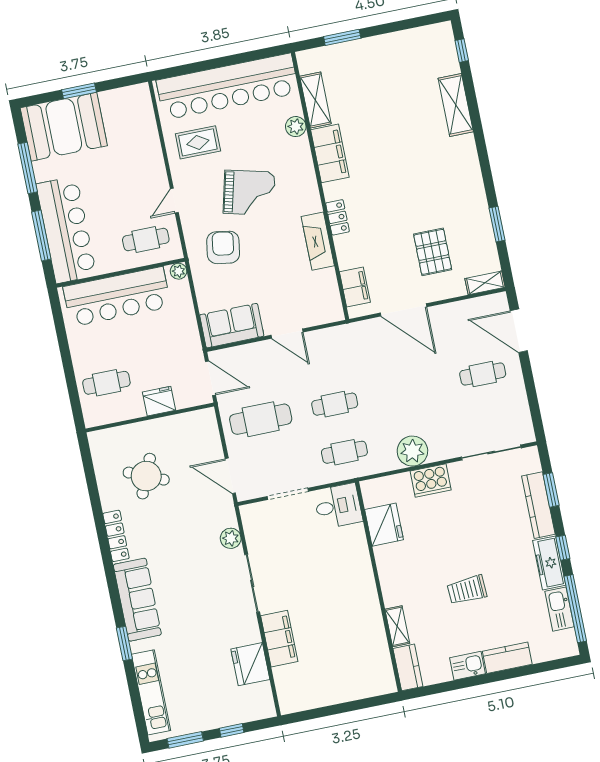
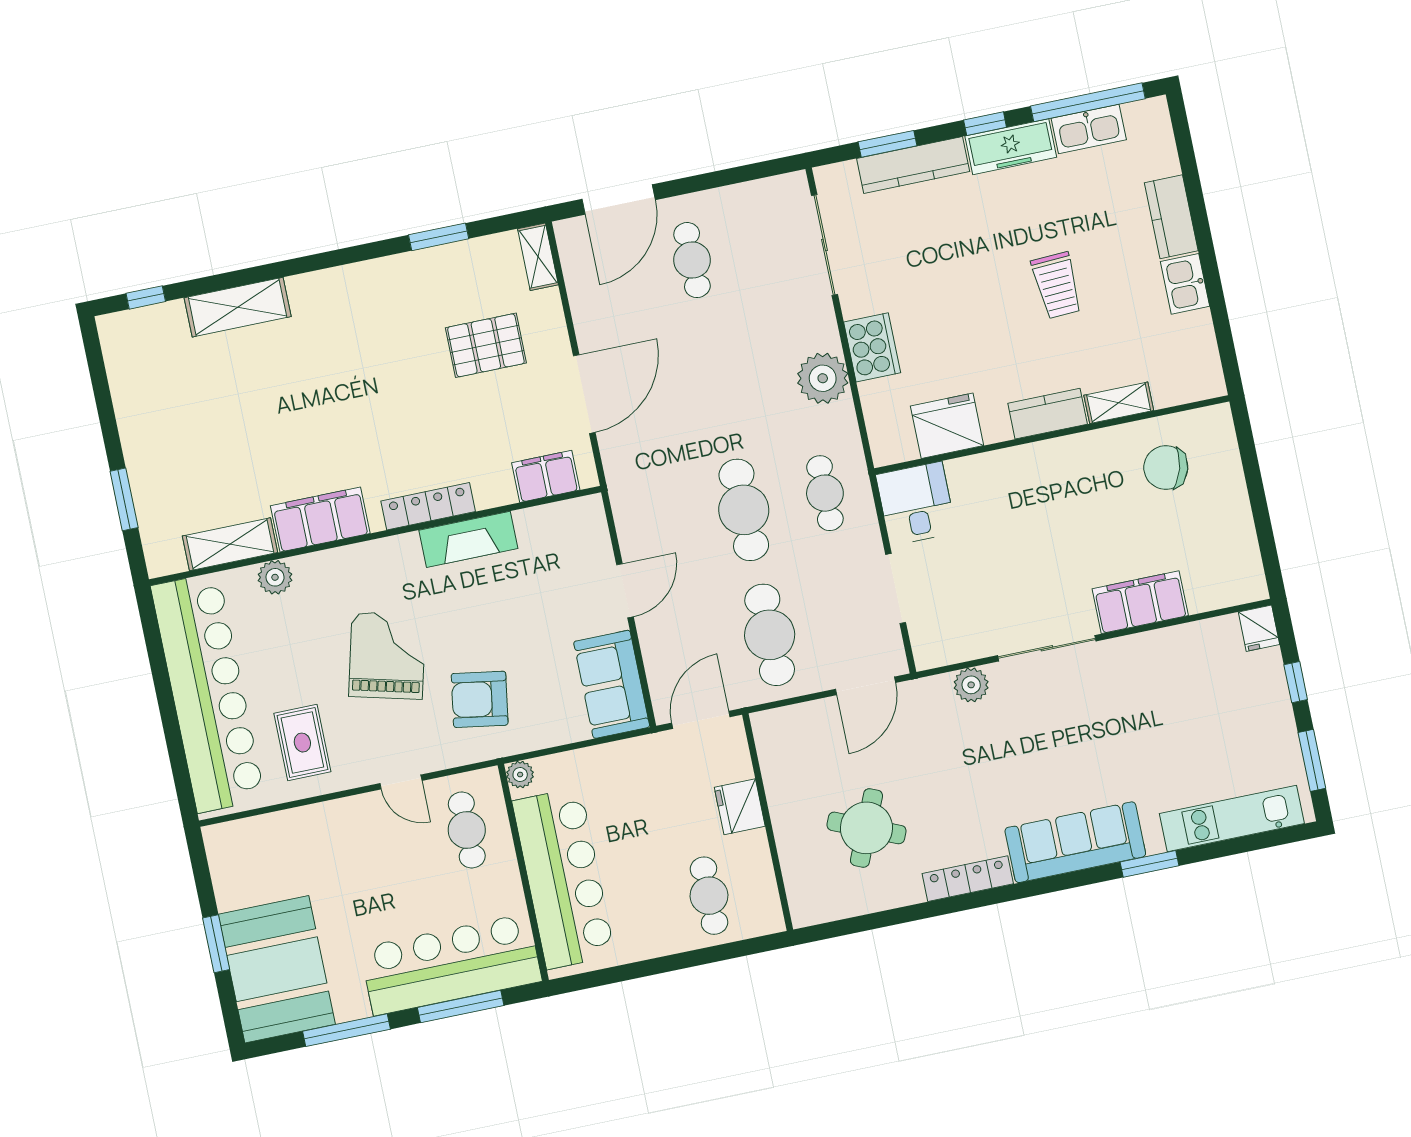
locker: (337, 217) -> (428, 506), width x1.53
cafe table: (335, 404) -> (744, 510), width x1.37, depth x1.35
chair: (359, 654) -> (1166, 468), added
fridge: (250, 664) -> (1259, 628), moved, width x0.53, depth x0.75
kitchen counter: (408, 667) -> (1048, 414), moved

